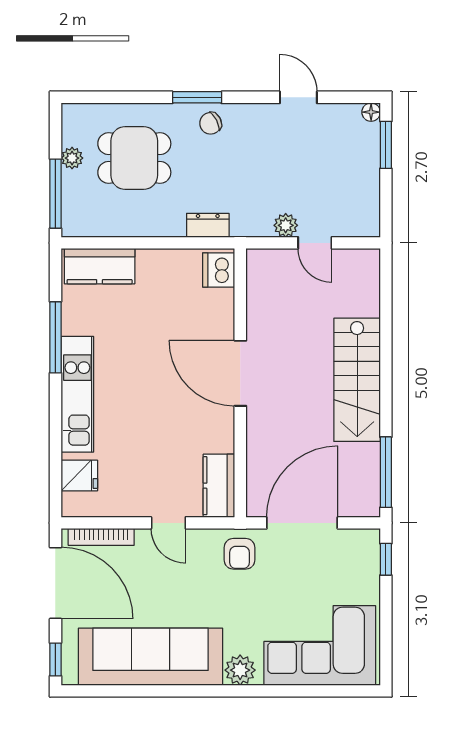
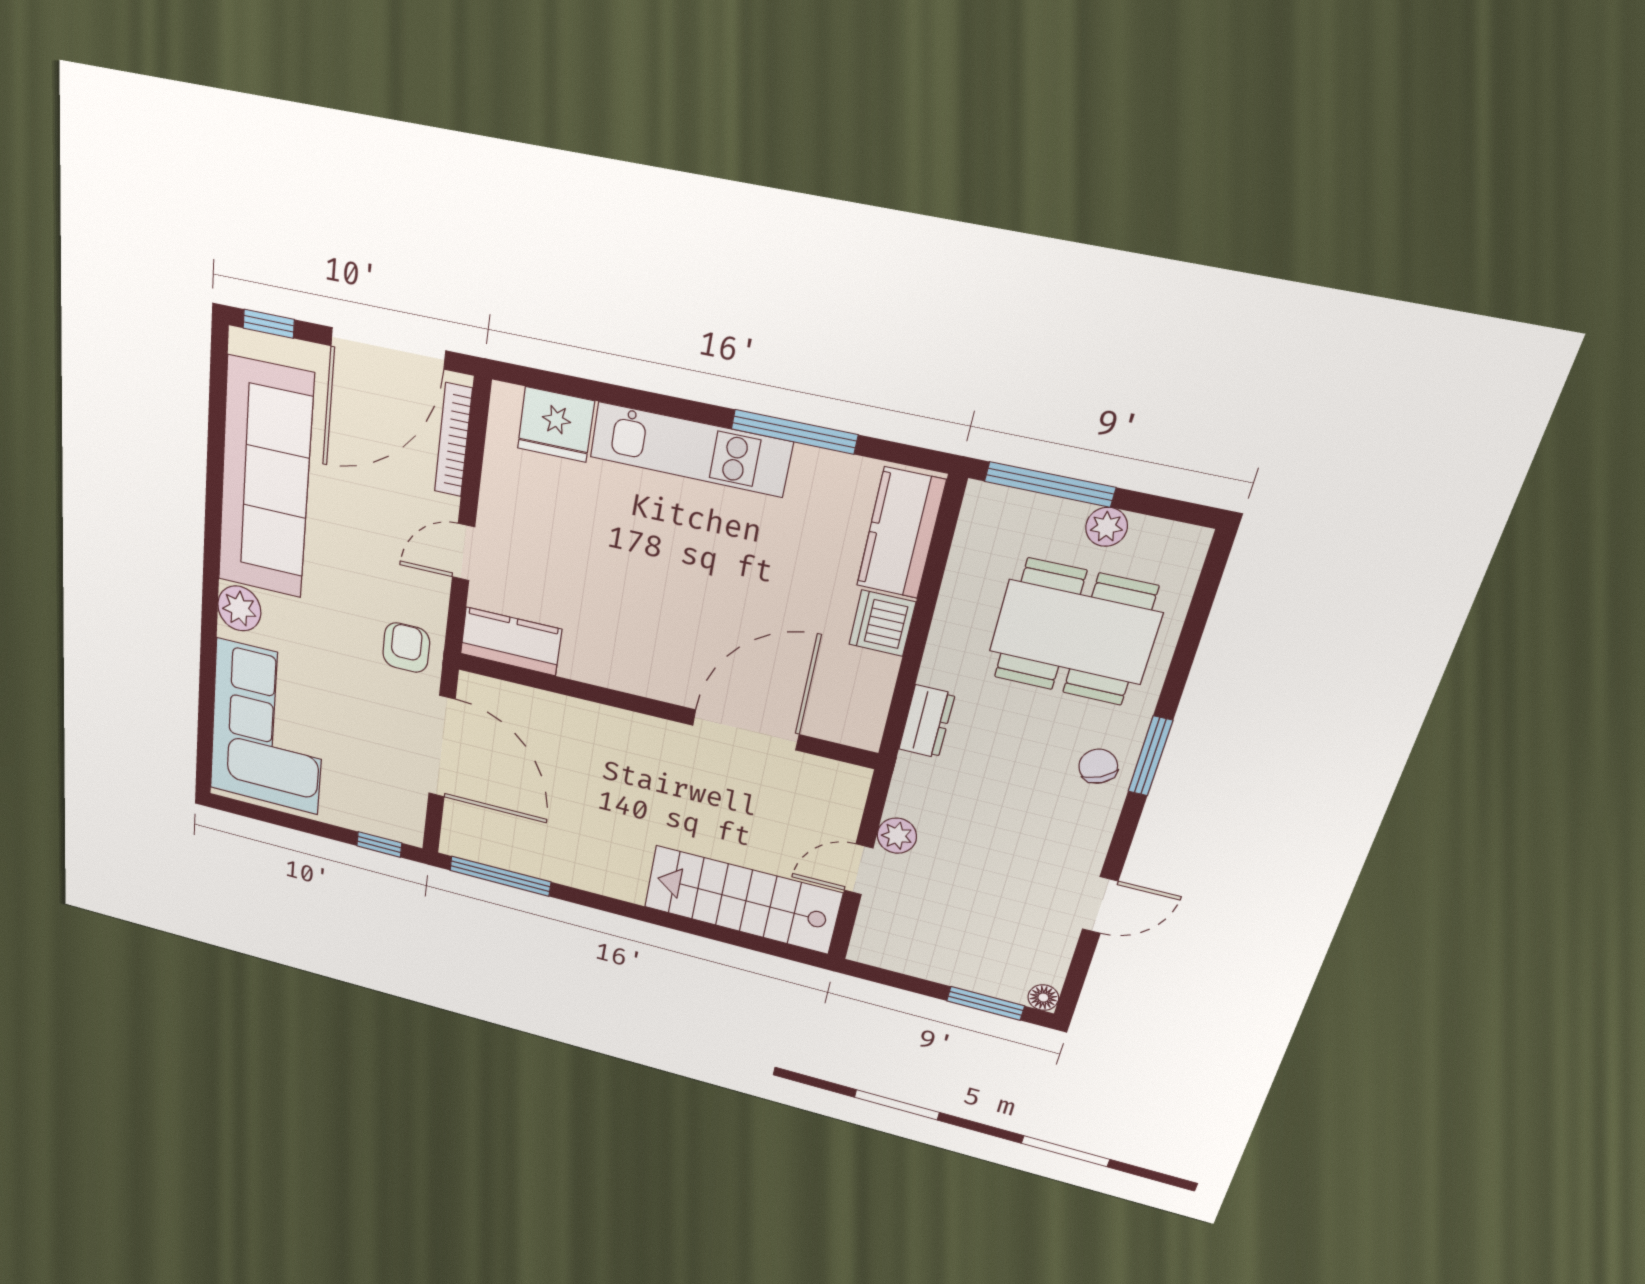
dining table: (134, 158) -> (1075, 632), width x1.38
dishwasher: (219, 270) -> (882, 623), moved, turned -90
door: (240, 373) -> (745, 730), moved
stairs: (357, 380) -> (742, 900), moved
fridge: (79, 475) -> (556, 425), width x1.38
armchair: (240, 554) -> (406, 648), turned 90

